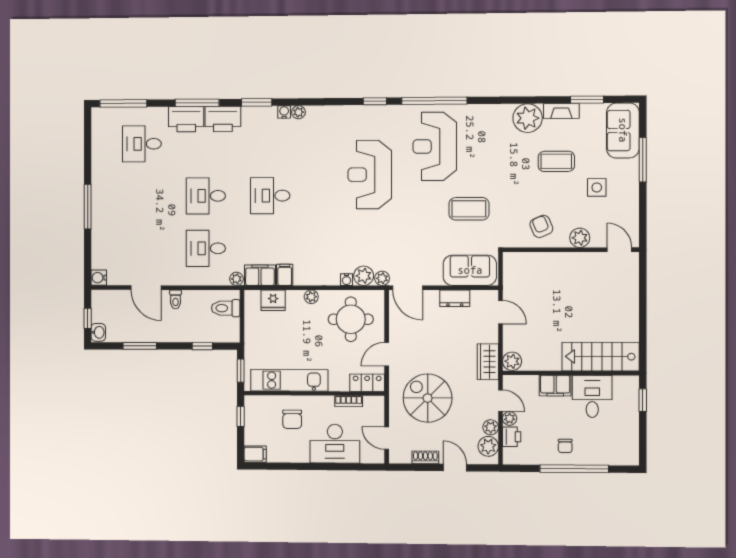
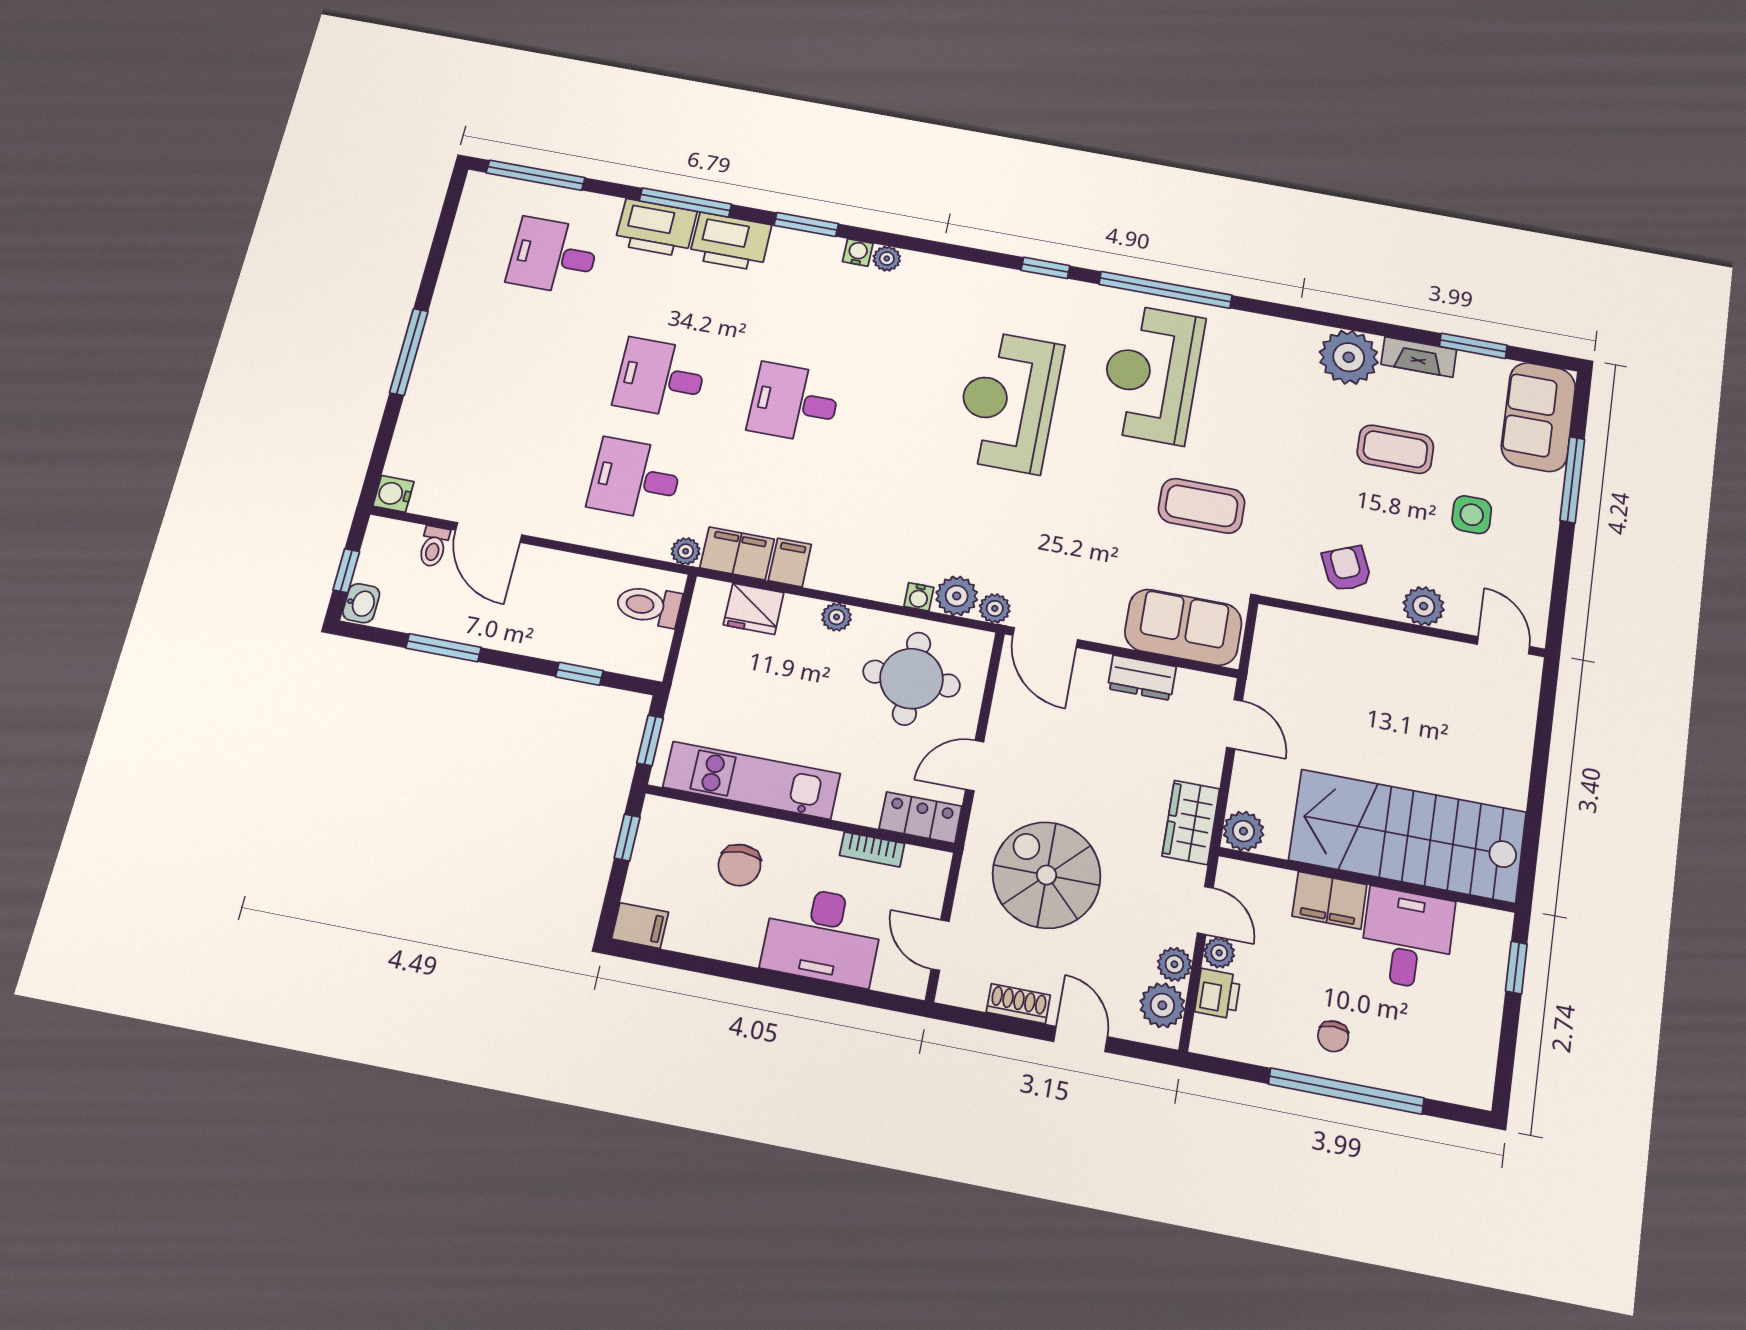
toilet: (176, 299) -> (434, 546), moved
stairs: (600, 357) -> (1408, 836), width x1.36, depth x1.51

